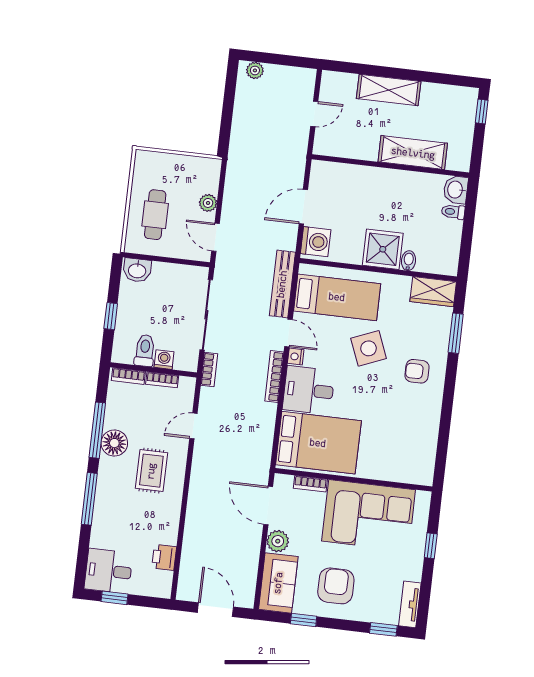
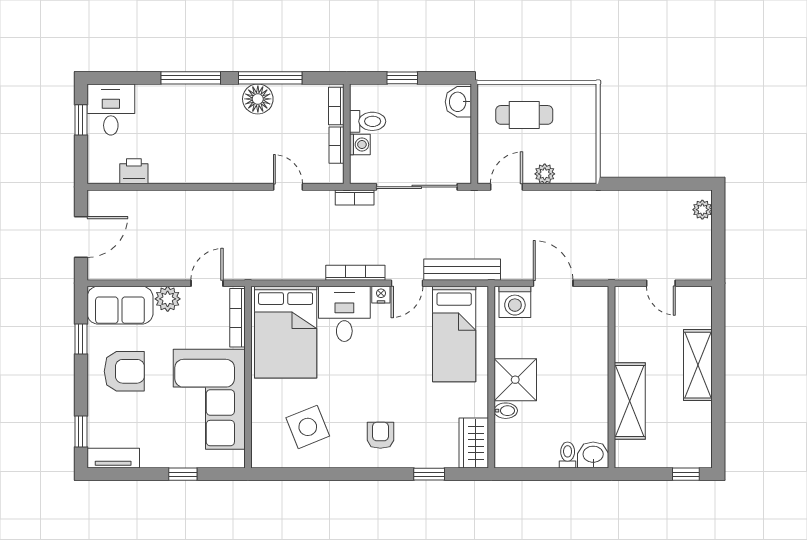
window: (456, 333) -> (429, 474), width x0.67
side table: (369, 348) -> (308, 427), moved
rug: (151, 471) -> (231, 145), removed
bookcase: (310, 484) -> (237, 318), width x1.56
door: (268, 506) -> (207, 283), width x0.73

